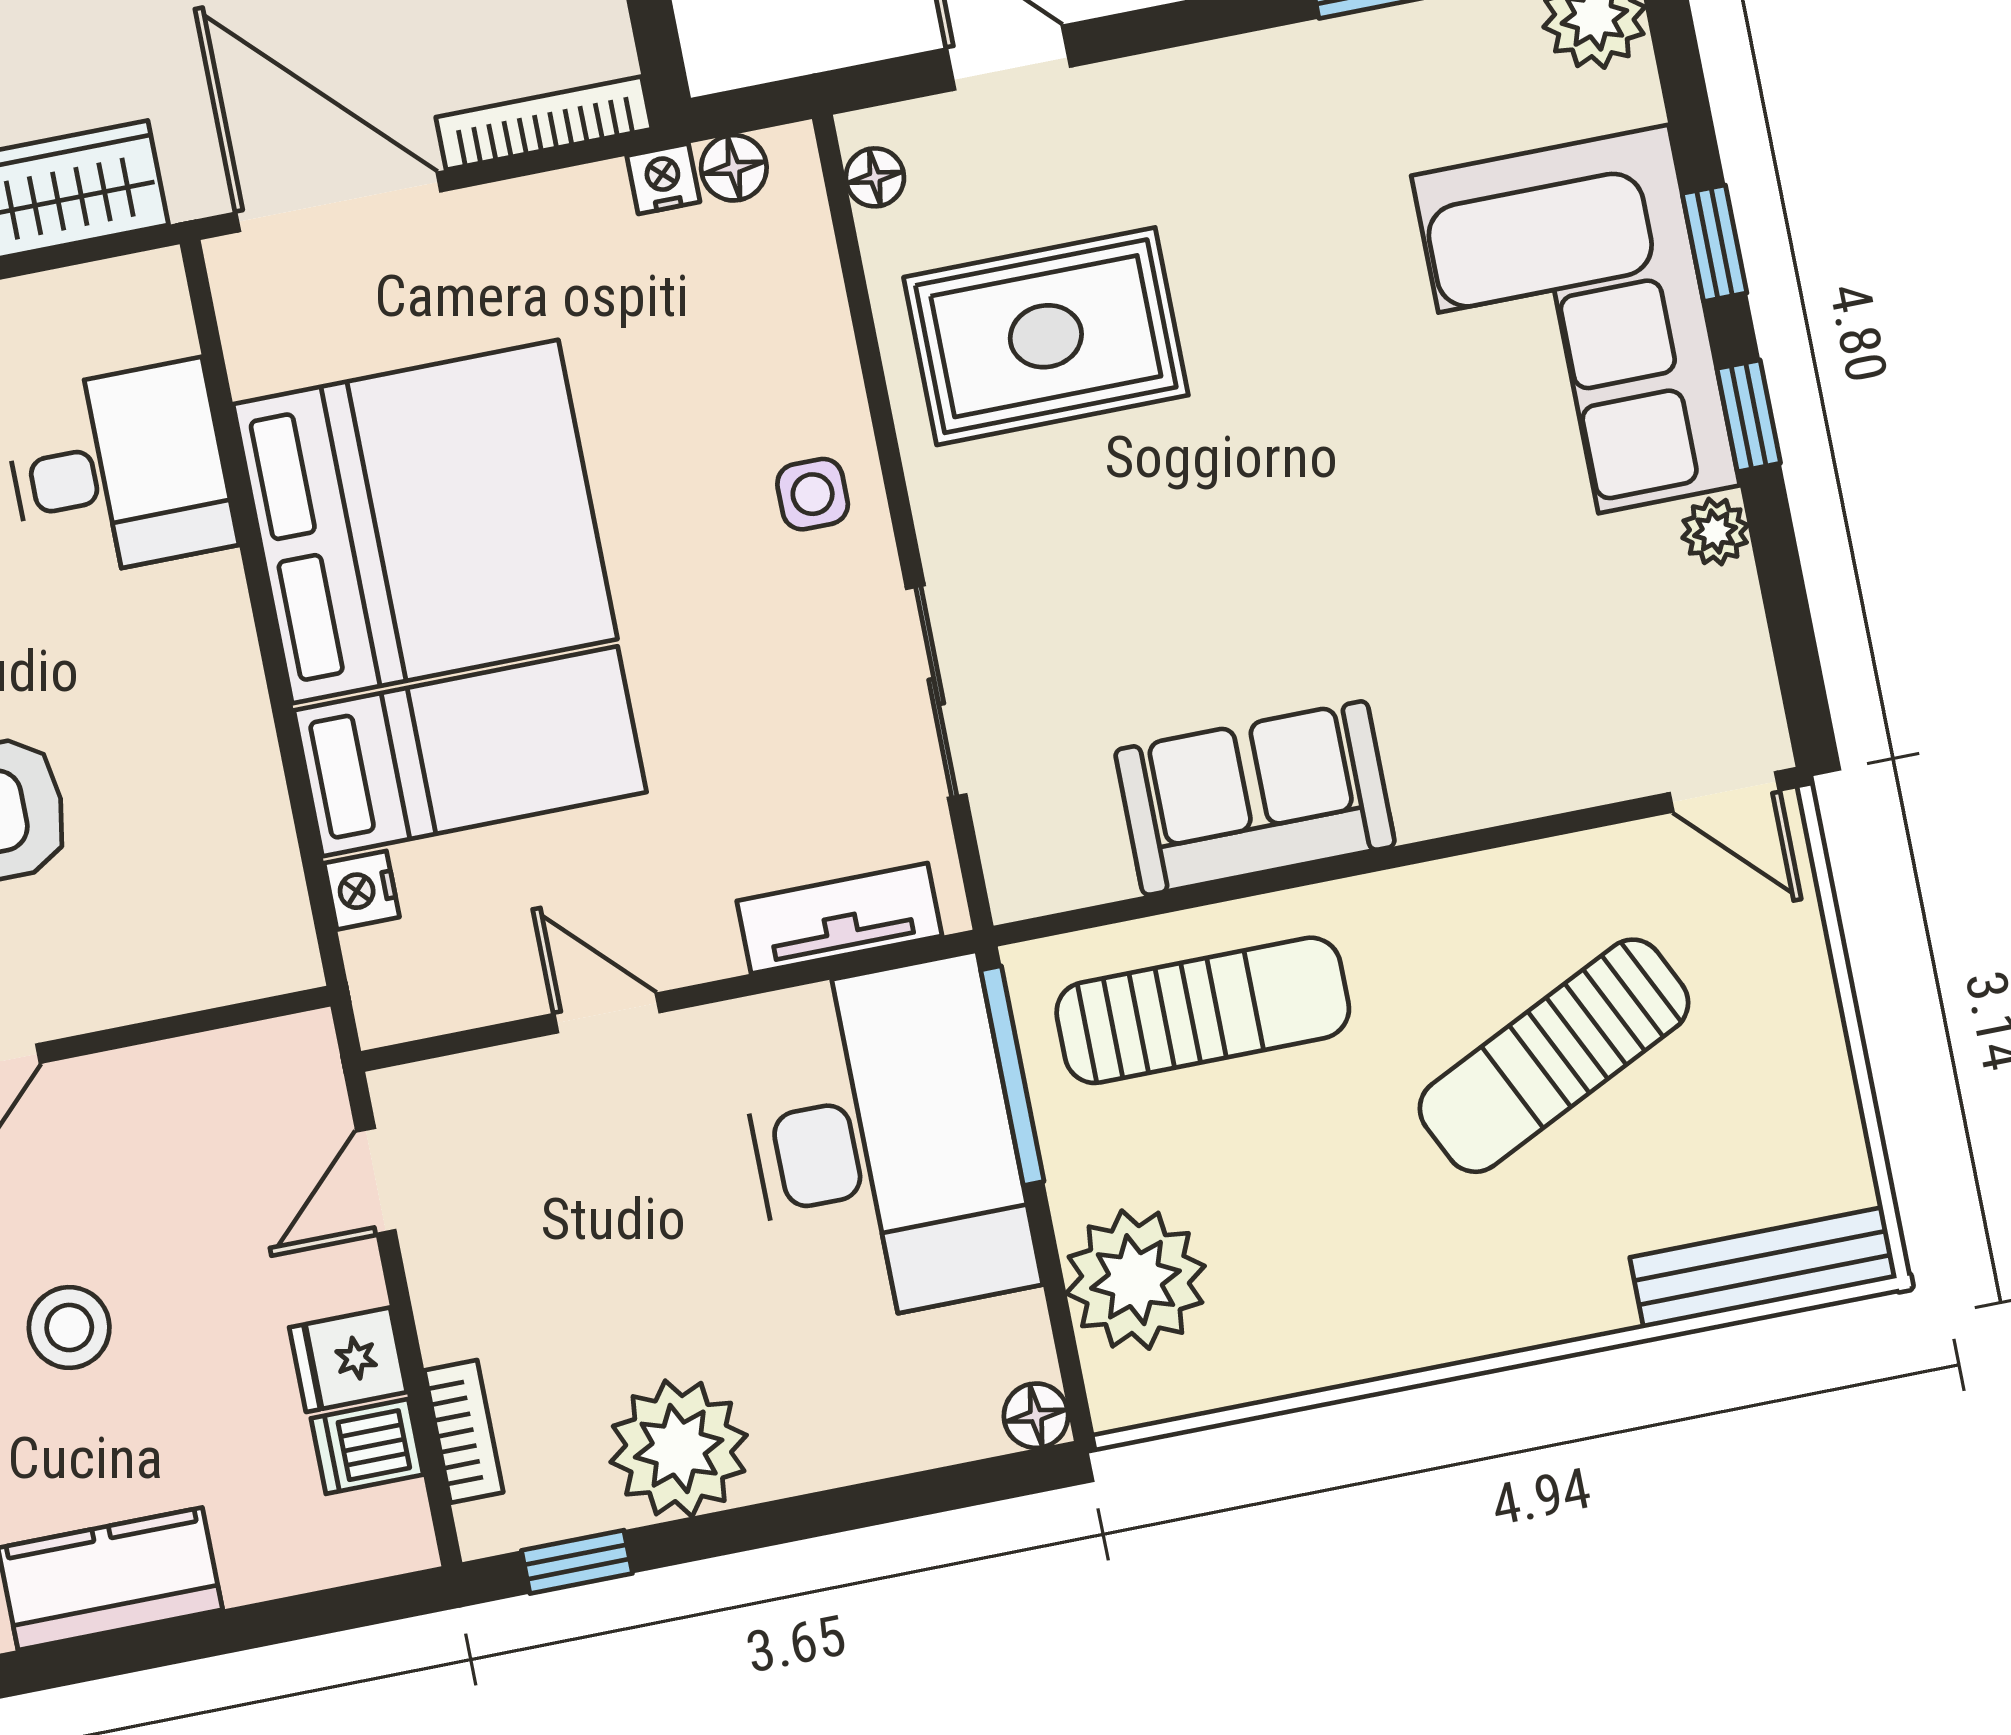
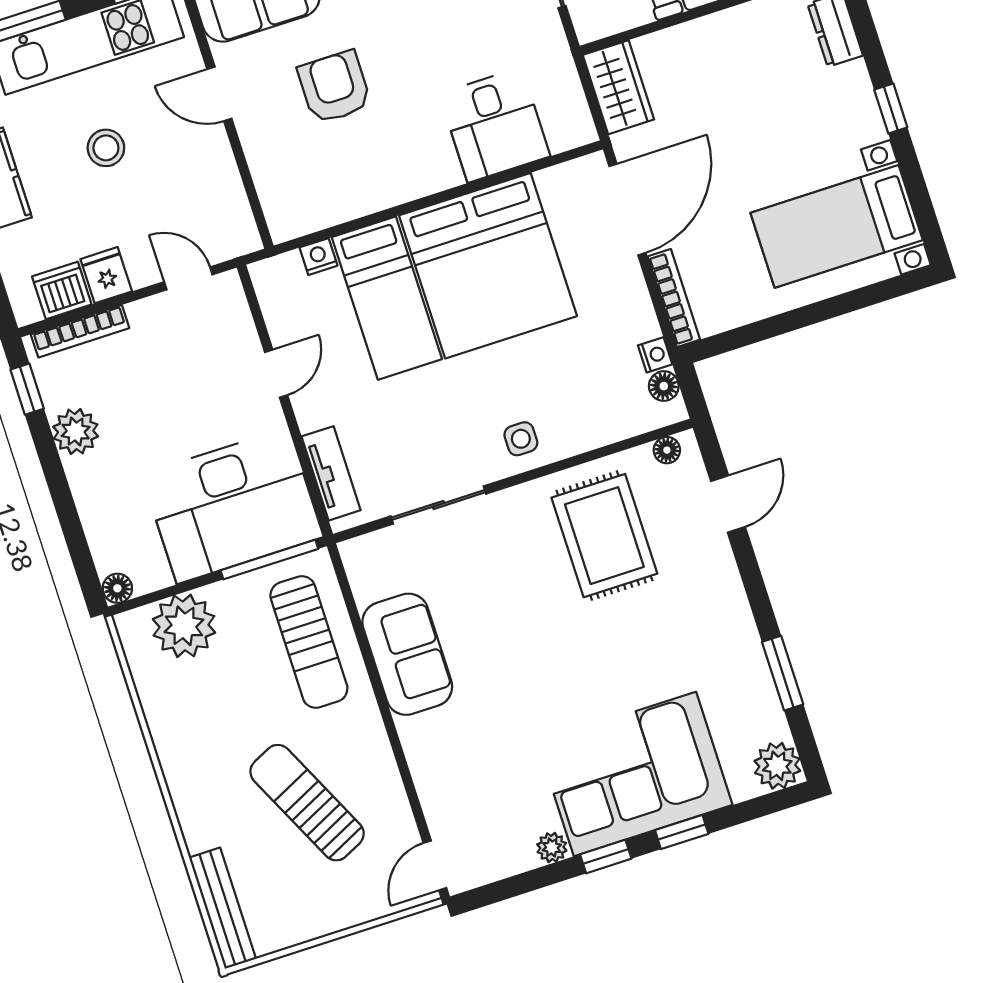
bookcase: (464, 1431) -> (80, 331), width x1.56
dishwasher: (367, 1446) -> (62, 290), width x1.38
plant: (679, 1449) -> (76, 432), width x0.73, depth x0.73

